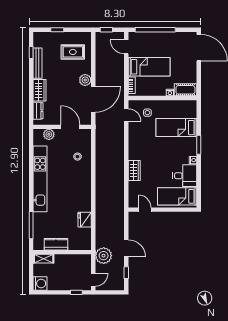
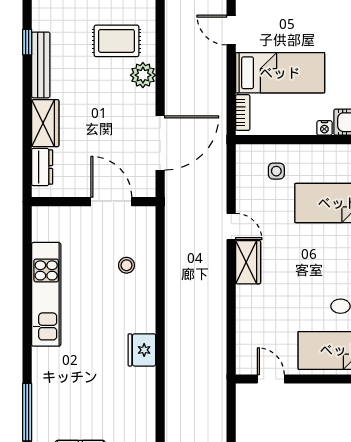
plant: (85, 80) -> (143, 75), moved
door: (126, 115) -> (231, 226), moved
plant: (49, 134) -> (65, 218), removed
wardrobe: (134, 171) -> (248, 262), moved
kitchen unit: (40, 179) -> (46, 294), width x0.73
fridge: (85, 220) -> (142, 350), moved

